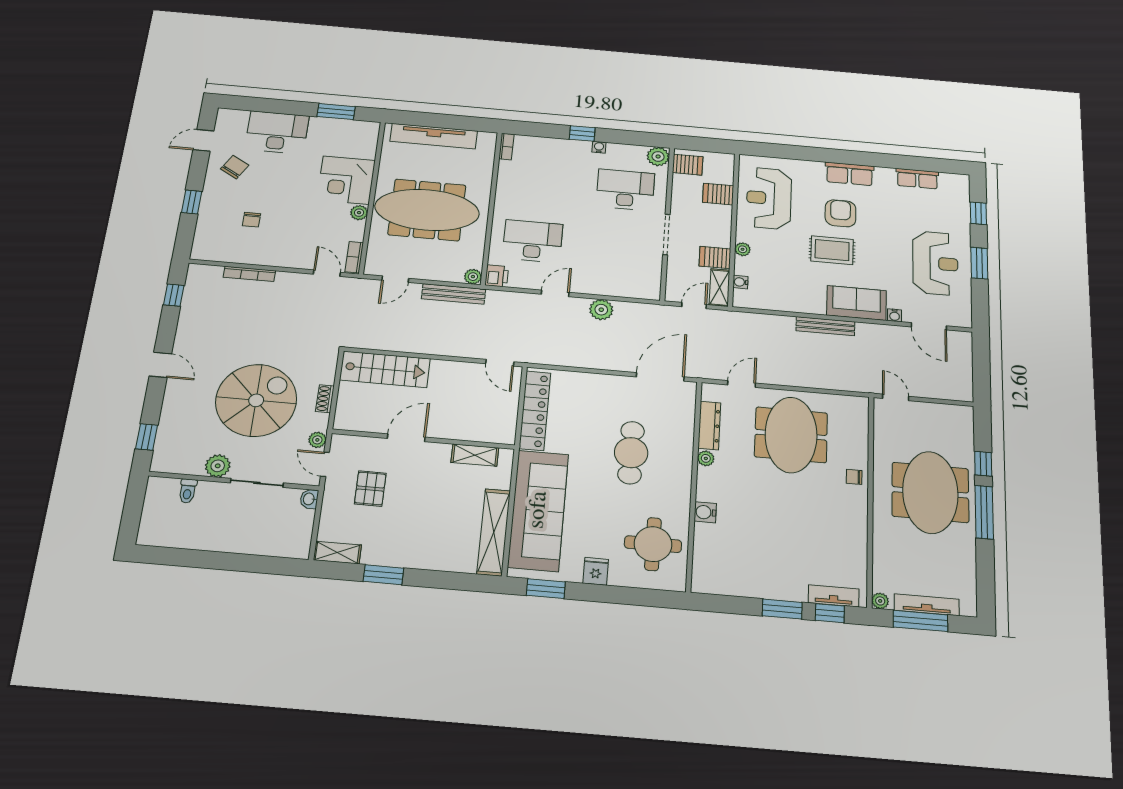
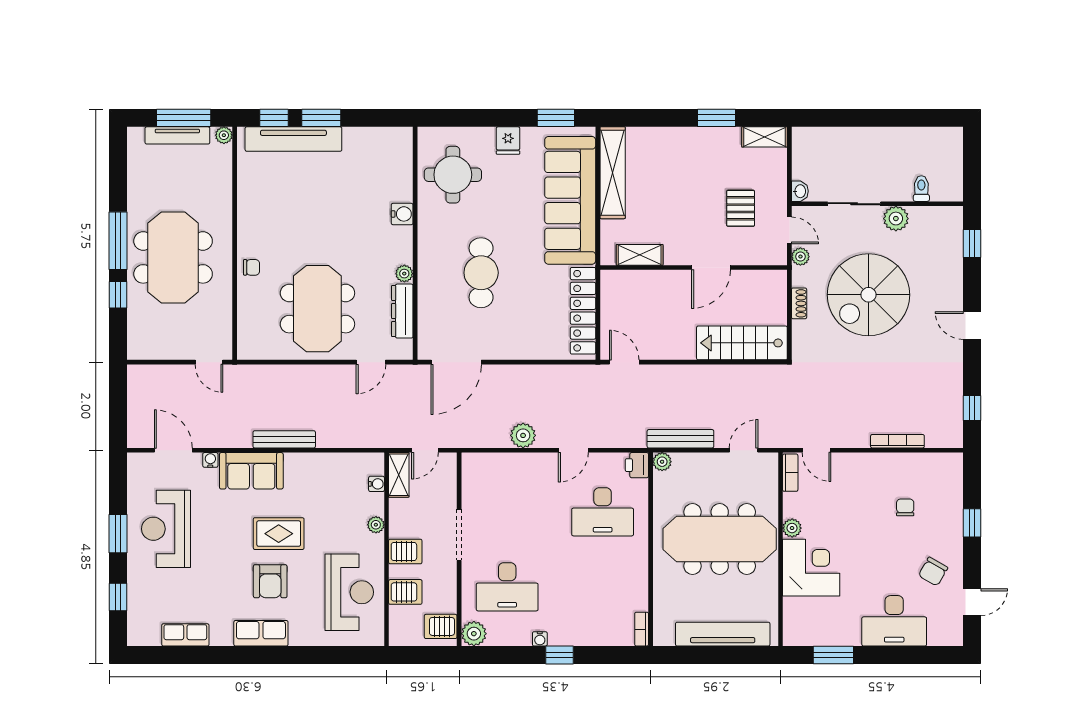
server rack: (715, 257) -> (405, 551), moved
tv unit: (834, 596) -> (293, 139), width x1.92, depth x1.29

